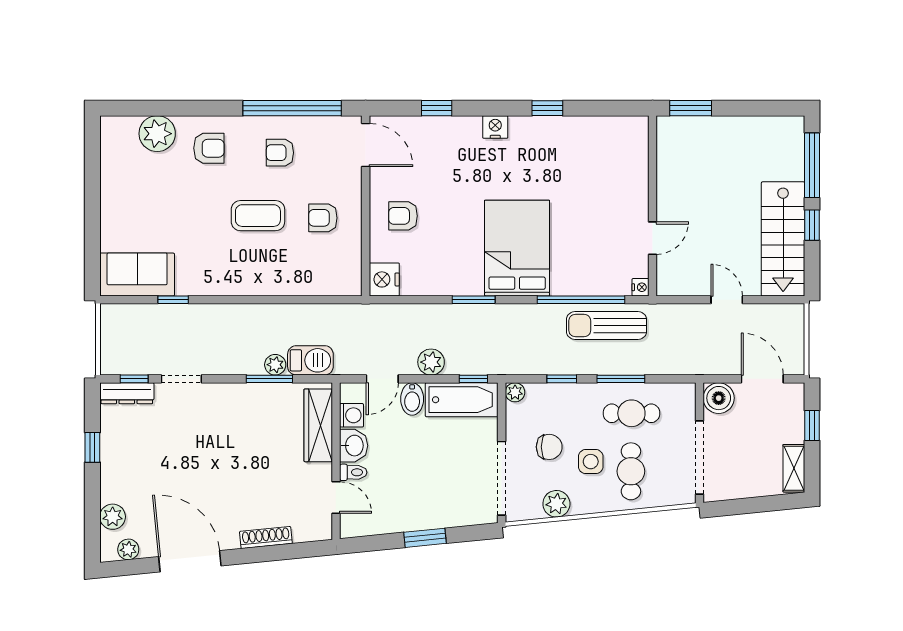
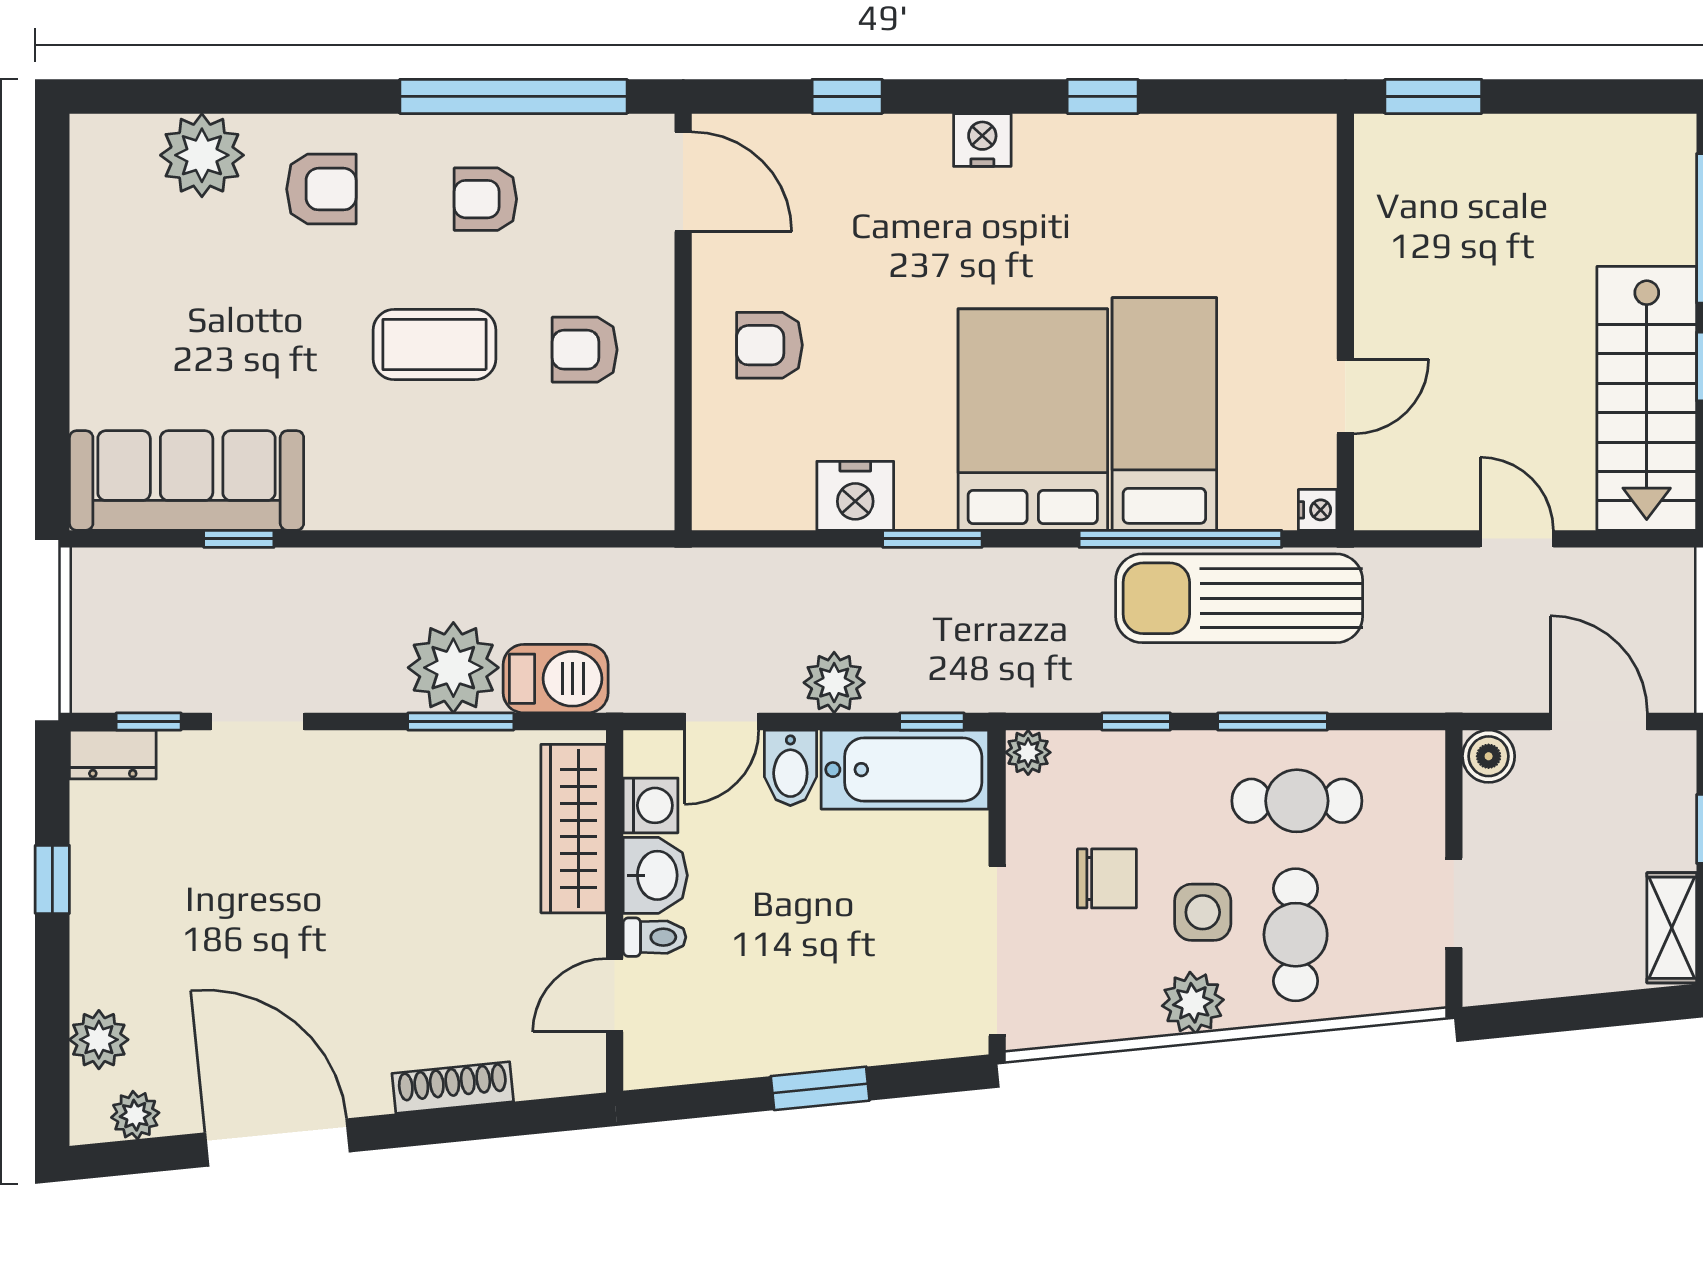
bed: (574, 246) -> (1164, 414), added
sofa: (137, 275) -> (187, 481), width x1.36
nightstand: (384, 279) -> (855, 496), moved, turned -90
sun lounger: (606, 326) -> (1239, 598), width x1.36, depth x1.34
plant: (275, 365) -> (453, 668), width x1.88, depth x1.88
dresser: (127, 393) -> (113, 754), width x0.70
boiler: (719, 398) -> (1489, 756), width x0.73, depth x0.73
doorway: (700, 458) -> (1454, 903), width x0.53
door: (336, 498) -> (615, 995), swing flipped
plant: (556, 504) -> (1193, 1003), moved

